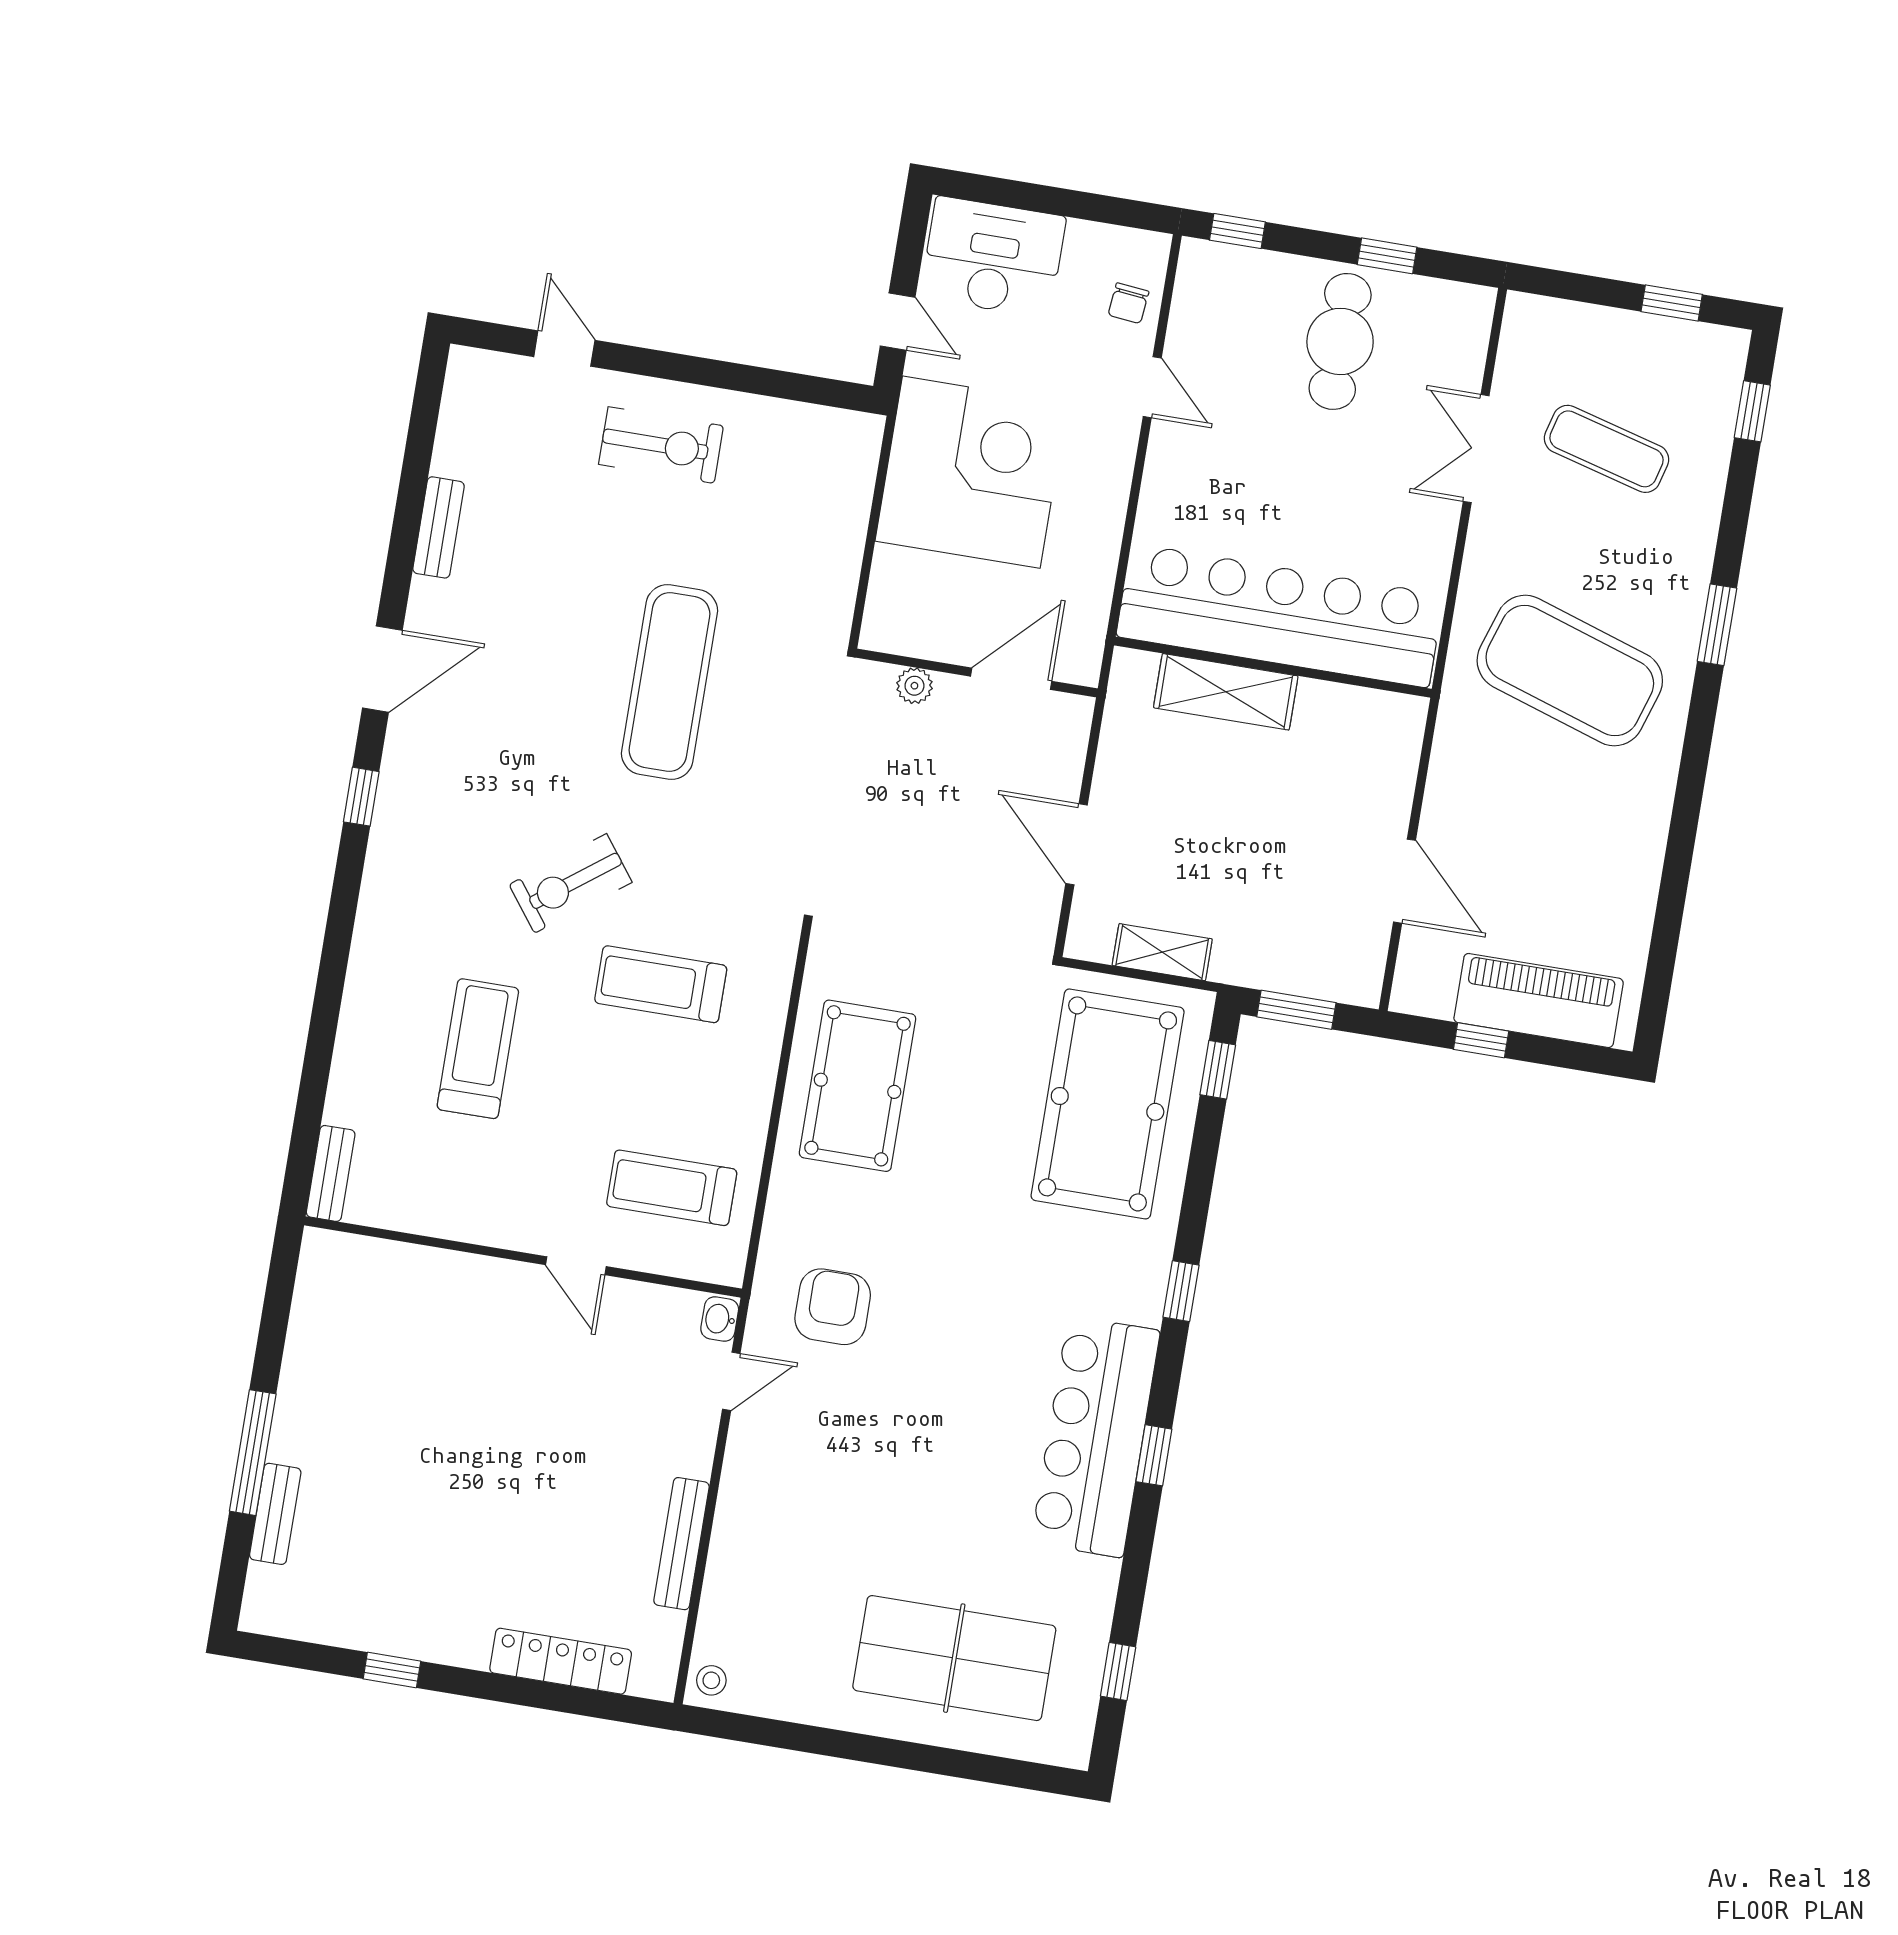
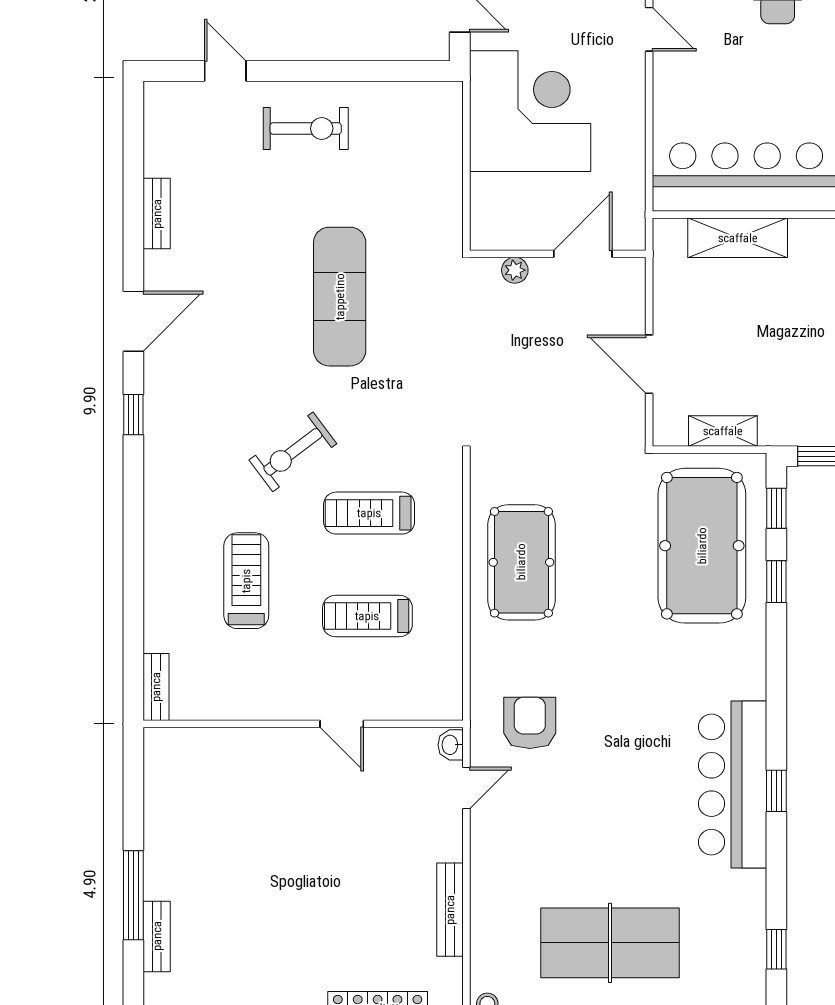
treadmill: (672, 1188) -> (367, 616), moved
window: (1181, 1291) -> (776, 582), moved
table tennis table: (954, 1658) -> (610, 943), moved

